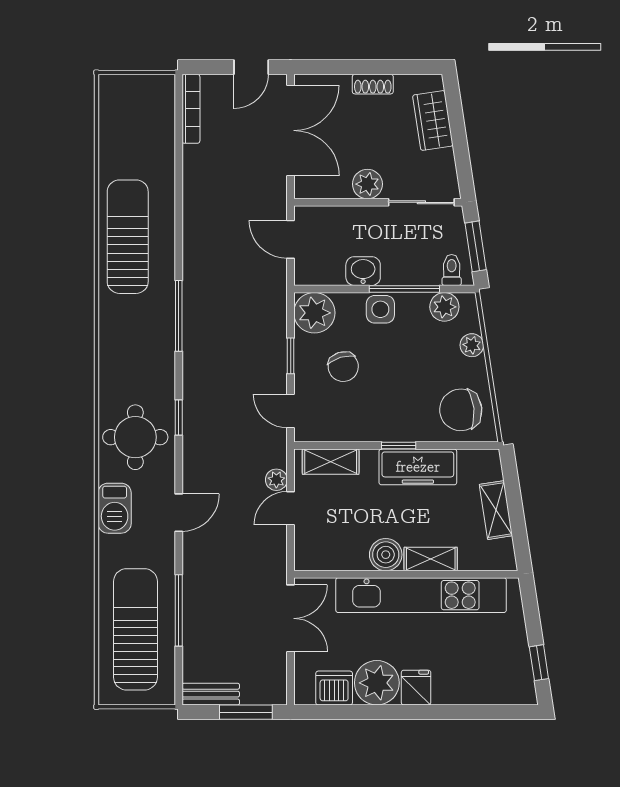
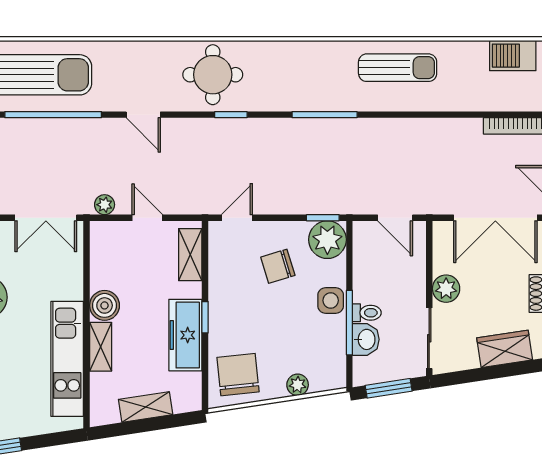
sun lounger: (128, 237) -> (398, 68), width x0.73, depth x0.75
door: (291, 239) -> (395, 218), swing flipped
toilet: (452, 270) -> (367, 313), moved
washbasin: (363, 271) -> (366, 339), moved
plant: (444, 307) -> (333, 360), removed
window: (291, 356) -> (323, 218), moved
plant: (276, 480) -> (105, 205), moved
barbecue: (115, 508) -> (513, 56), moved
kitchen unit: (421, 595) -> (67, 359), width x0.73
window: (179, 610) -> (53, 115), width x1.46

